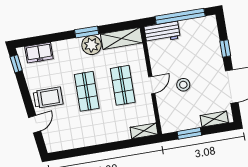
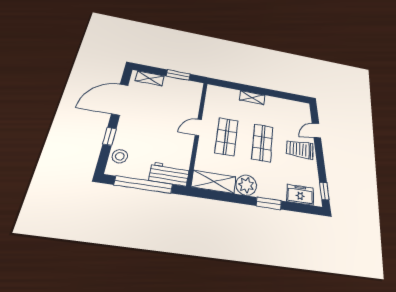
window: (87, 32) -> (269, 203), moved
stool: (183, 85) -> (120, 156), moved
shelving: (144, 131) -> (252, 98), moved

